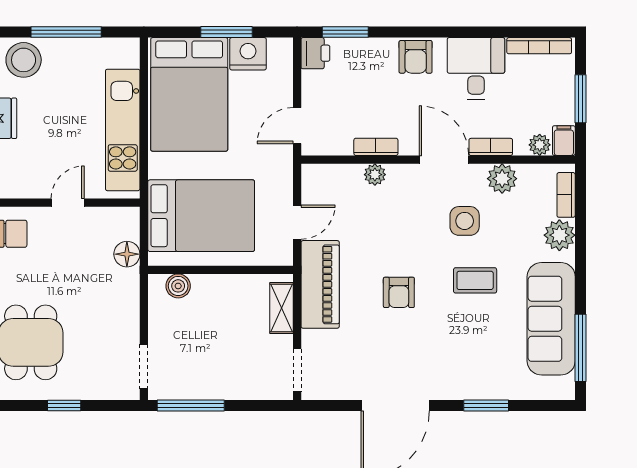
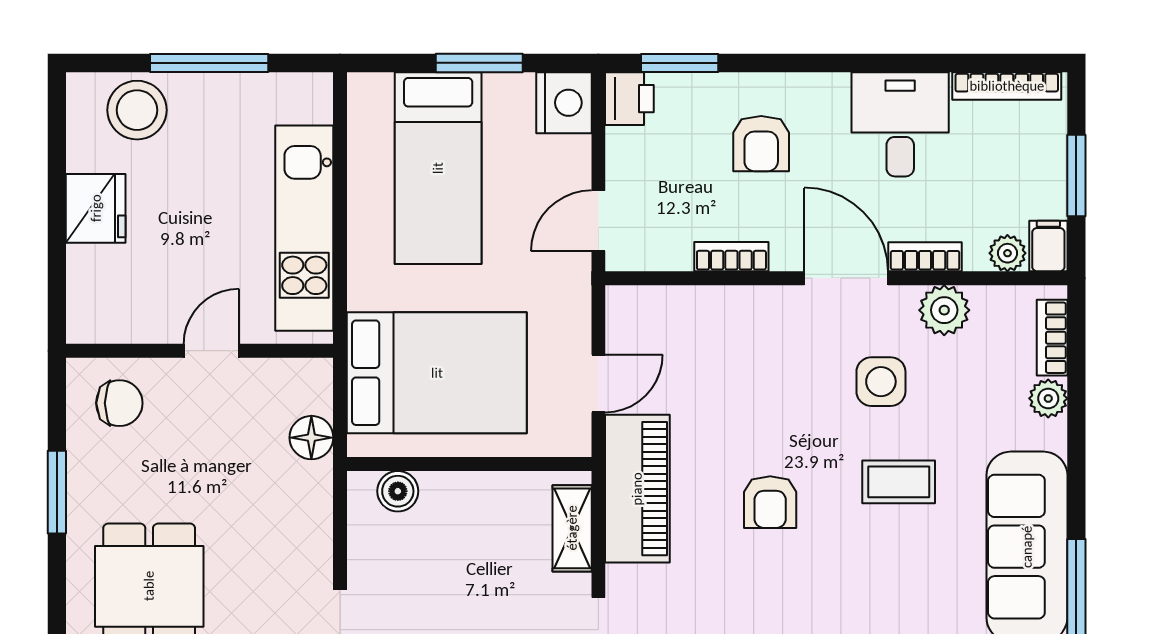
nightstand: (248, 54) -> (564, 103), moved, turned 90
armchair: (416, 57) -> (761, 144), moved
bed: (189, 94) -> (438, 168), width x0.67
plant: (375, 175) -> (730, 303), removed
plant: (559, 235) -> (1048, 398), width x0.73, depth x0.73

